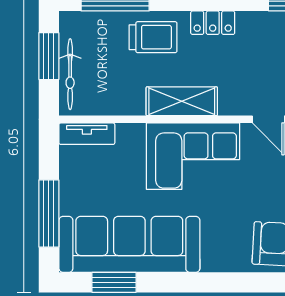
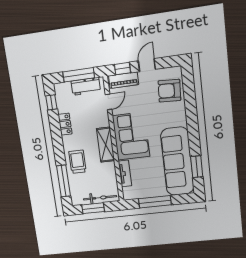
locker: (213, 23) -> (65, 124), moved
tv unit: (87, 134) -> (125, 174), moved
window: (49, 213) -> (155, 202), moved

